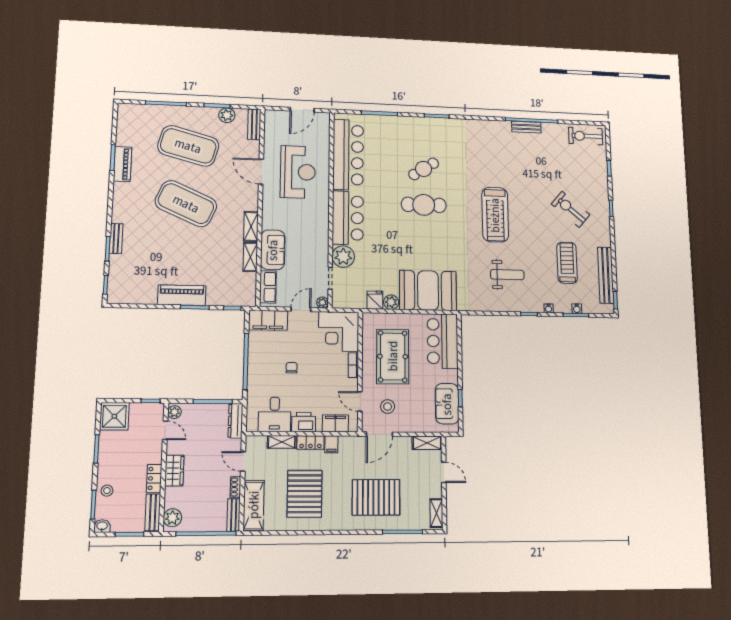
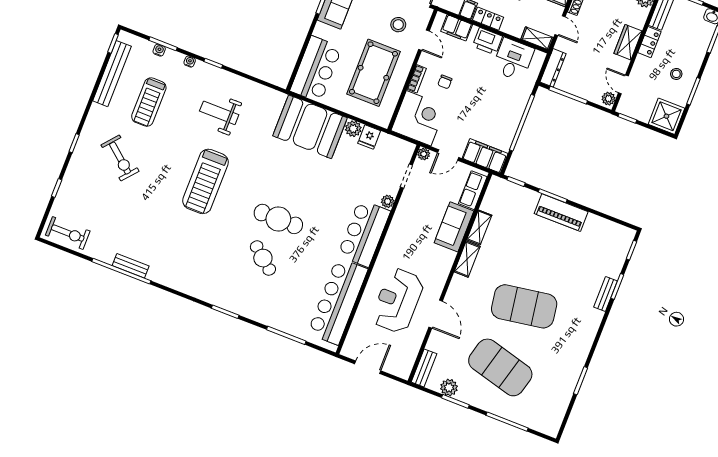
piano: (122, 164) -> (573, 370), removed
cafe table: (424, 169) -> (263, 258), turned 73
exercise mat: (186, 204) -> (524, 306), turned -33
treadmill: (495, 215) -> (206, 181), turned 180
plant: (343, 257) -> (388, 201), width x0.53, depth x0.53
chair: (292, 368) -> (445, 82), moved
shelving: (282, 442) -> (537, 38), moved
stool: (107, 491) -> (676, 74), moved

